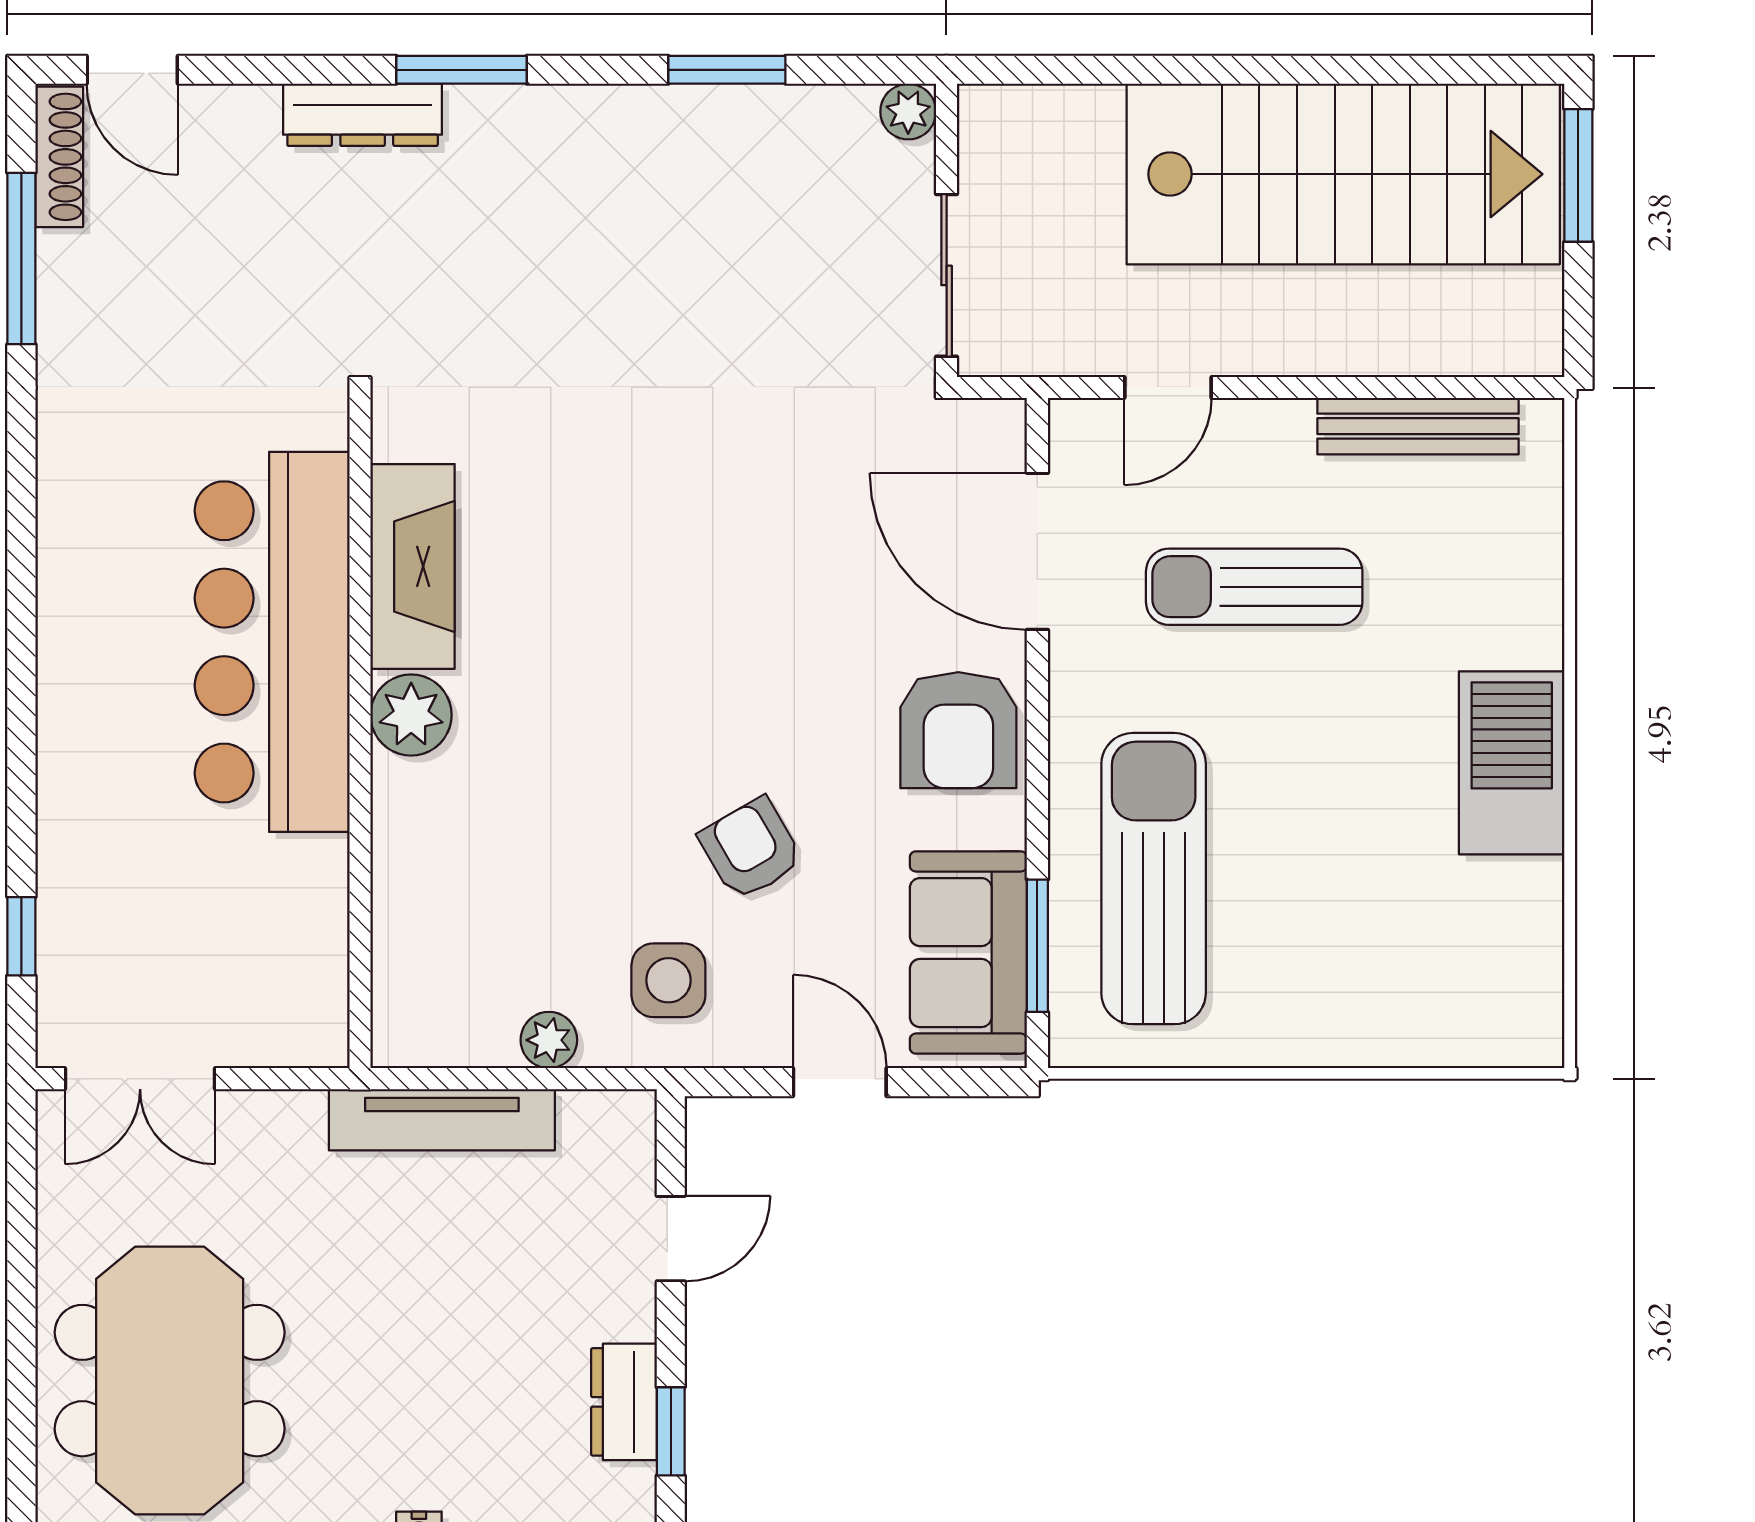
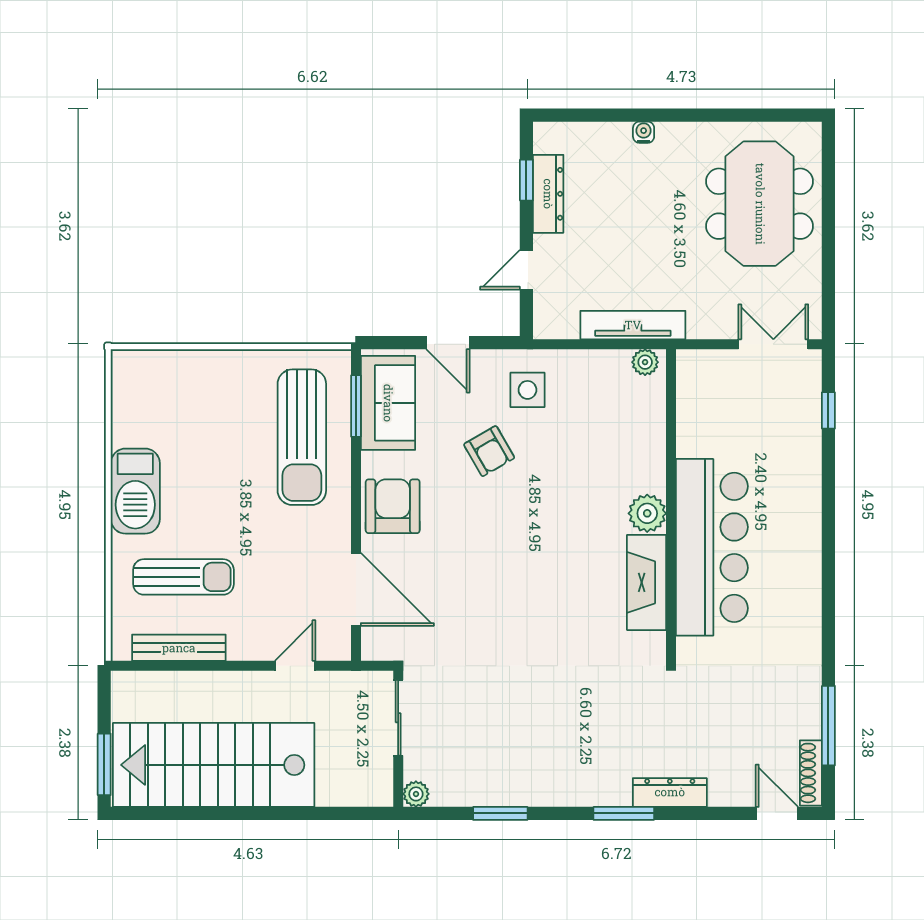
sun lounger: (1254, 587) -> (183, 577), moved
plant: (549, 1040) -> (645, 362), moved
dresser: (624, 1402) -> (548, 194), width x1.44

